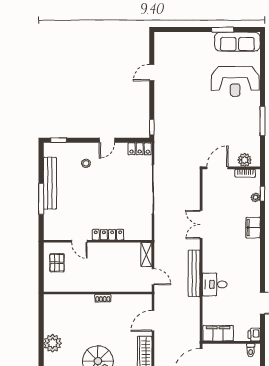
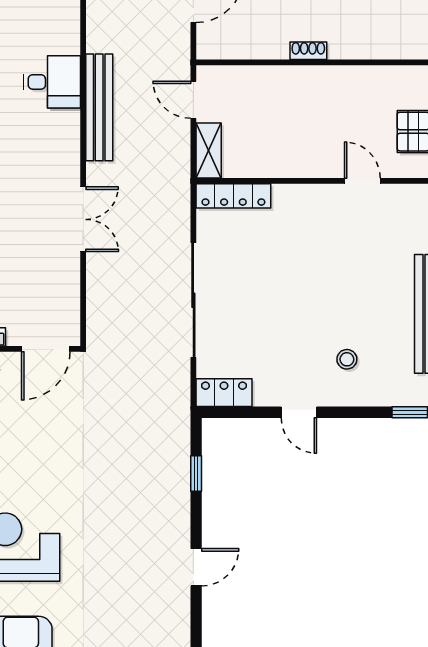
window: (152, 127) -> (196, 474), moved
door: (107, 140) -> (299, 412), swing flipped
locker: (108, 235) -> (233, 196), moved

